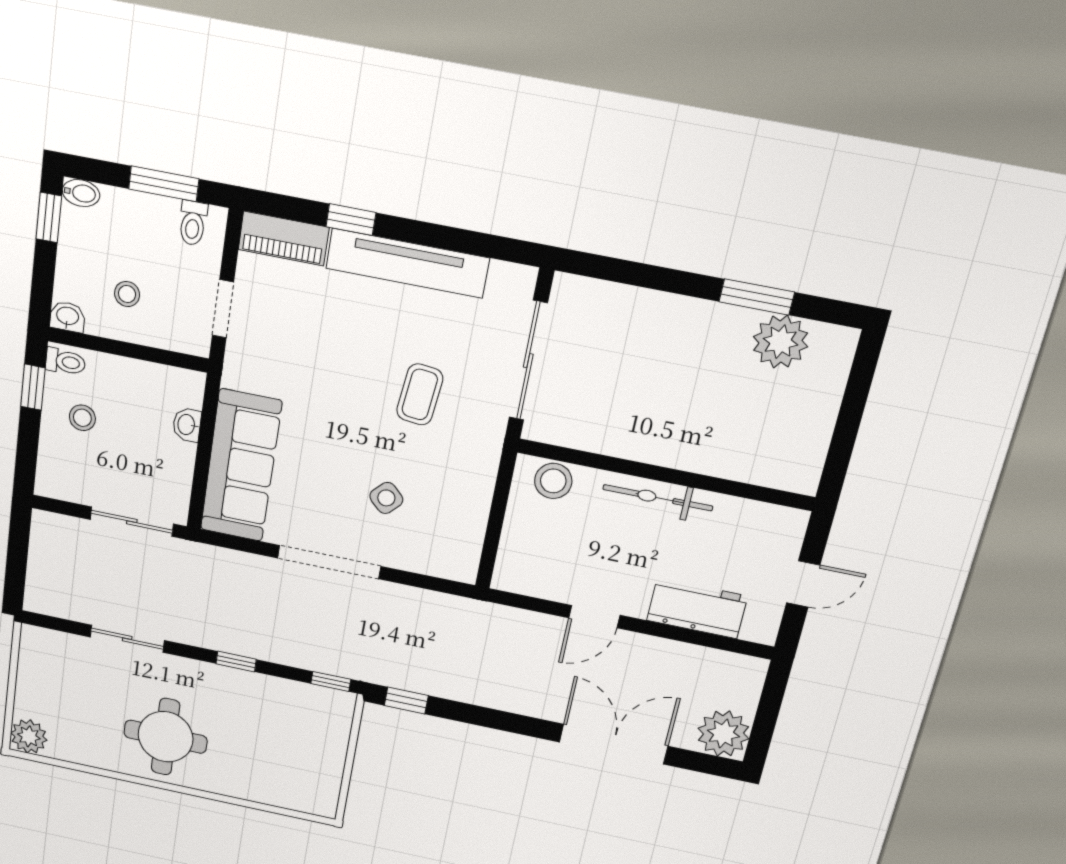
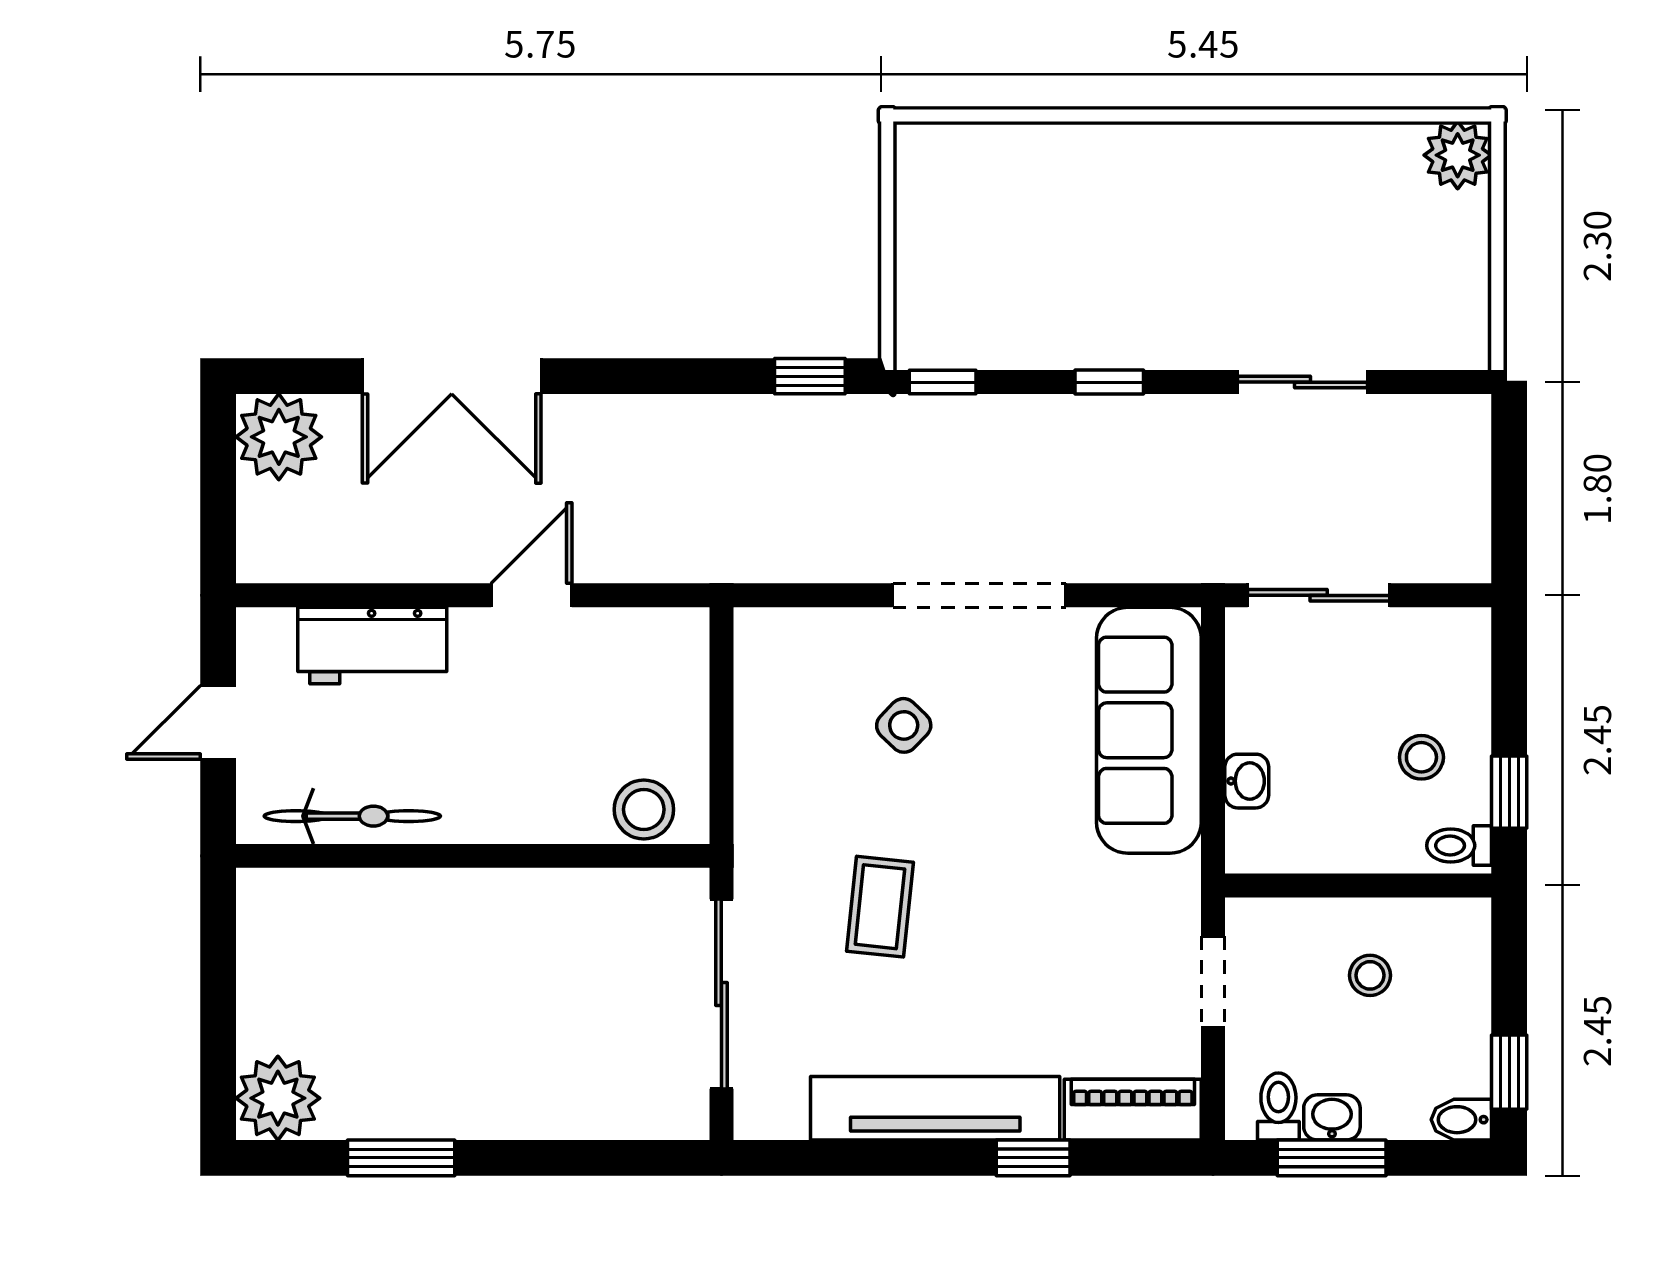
washbasin: (67, 317) -> (1332, 1117), moved, turned 180
plant: (781, 342) -> (278, 1098), moved
bicycle: (658, 498) -> (352, 816), moved
round table: (166, 737) -> (1213, 212), removed

